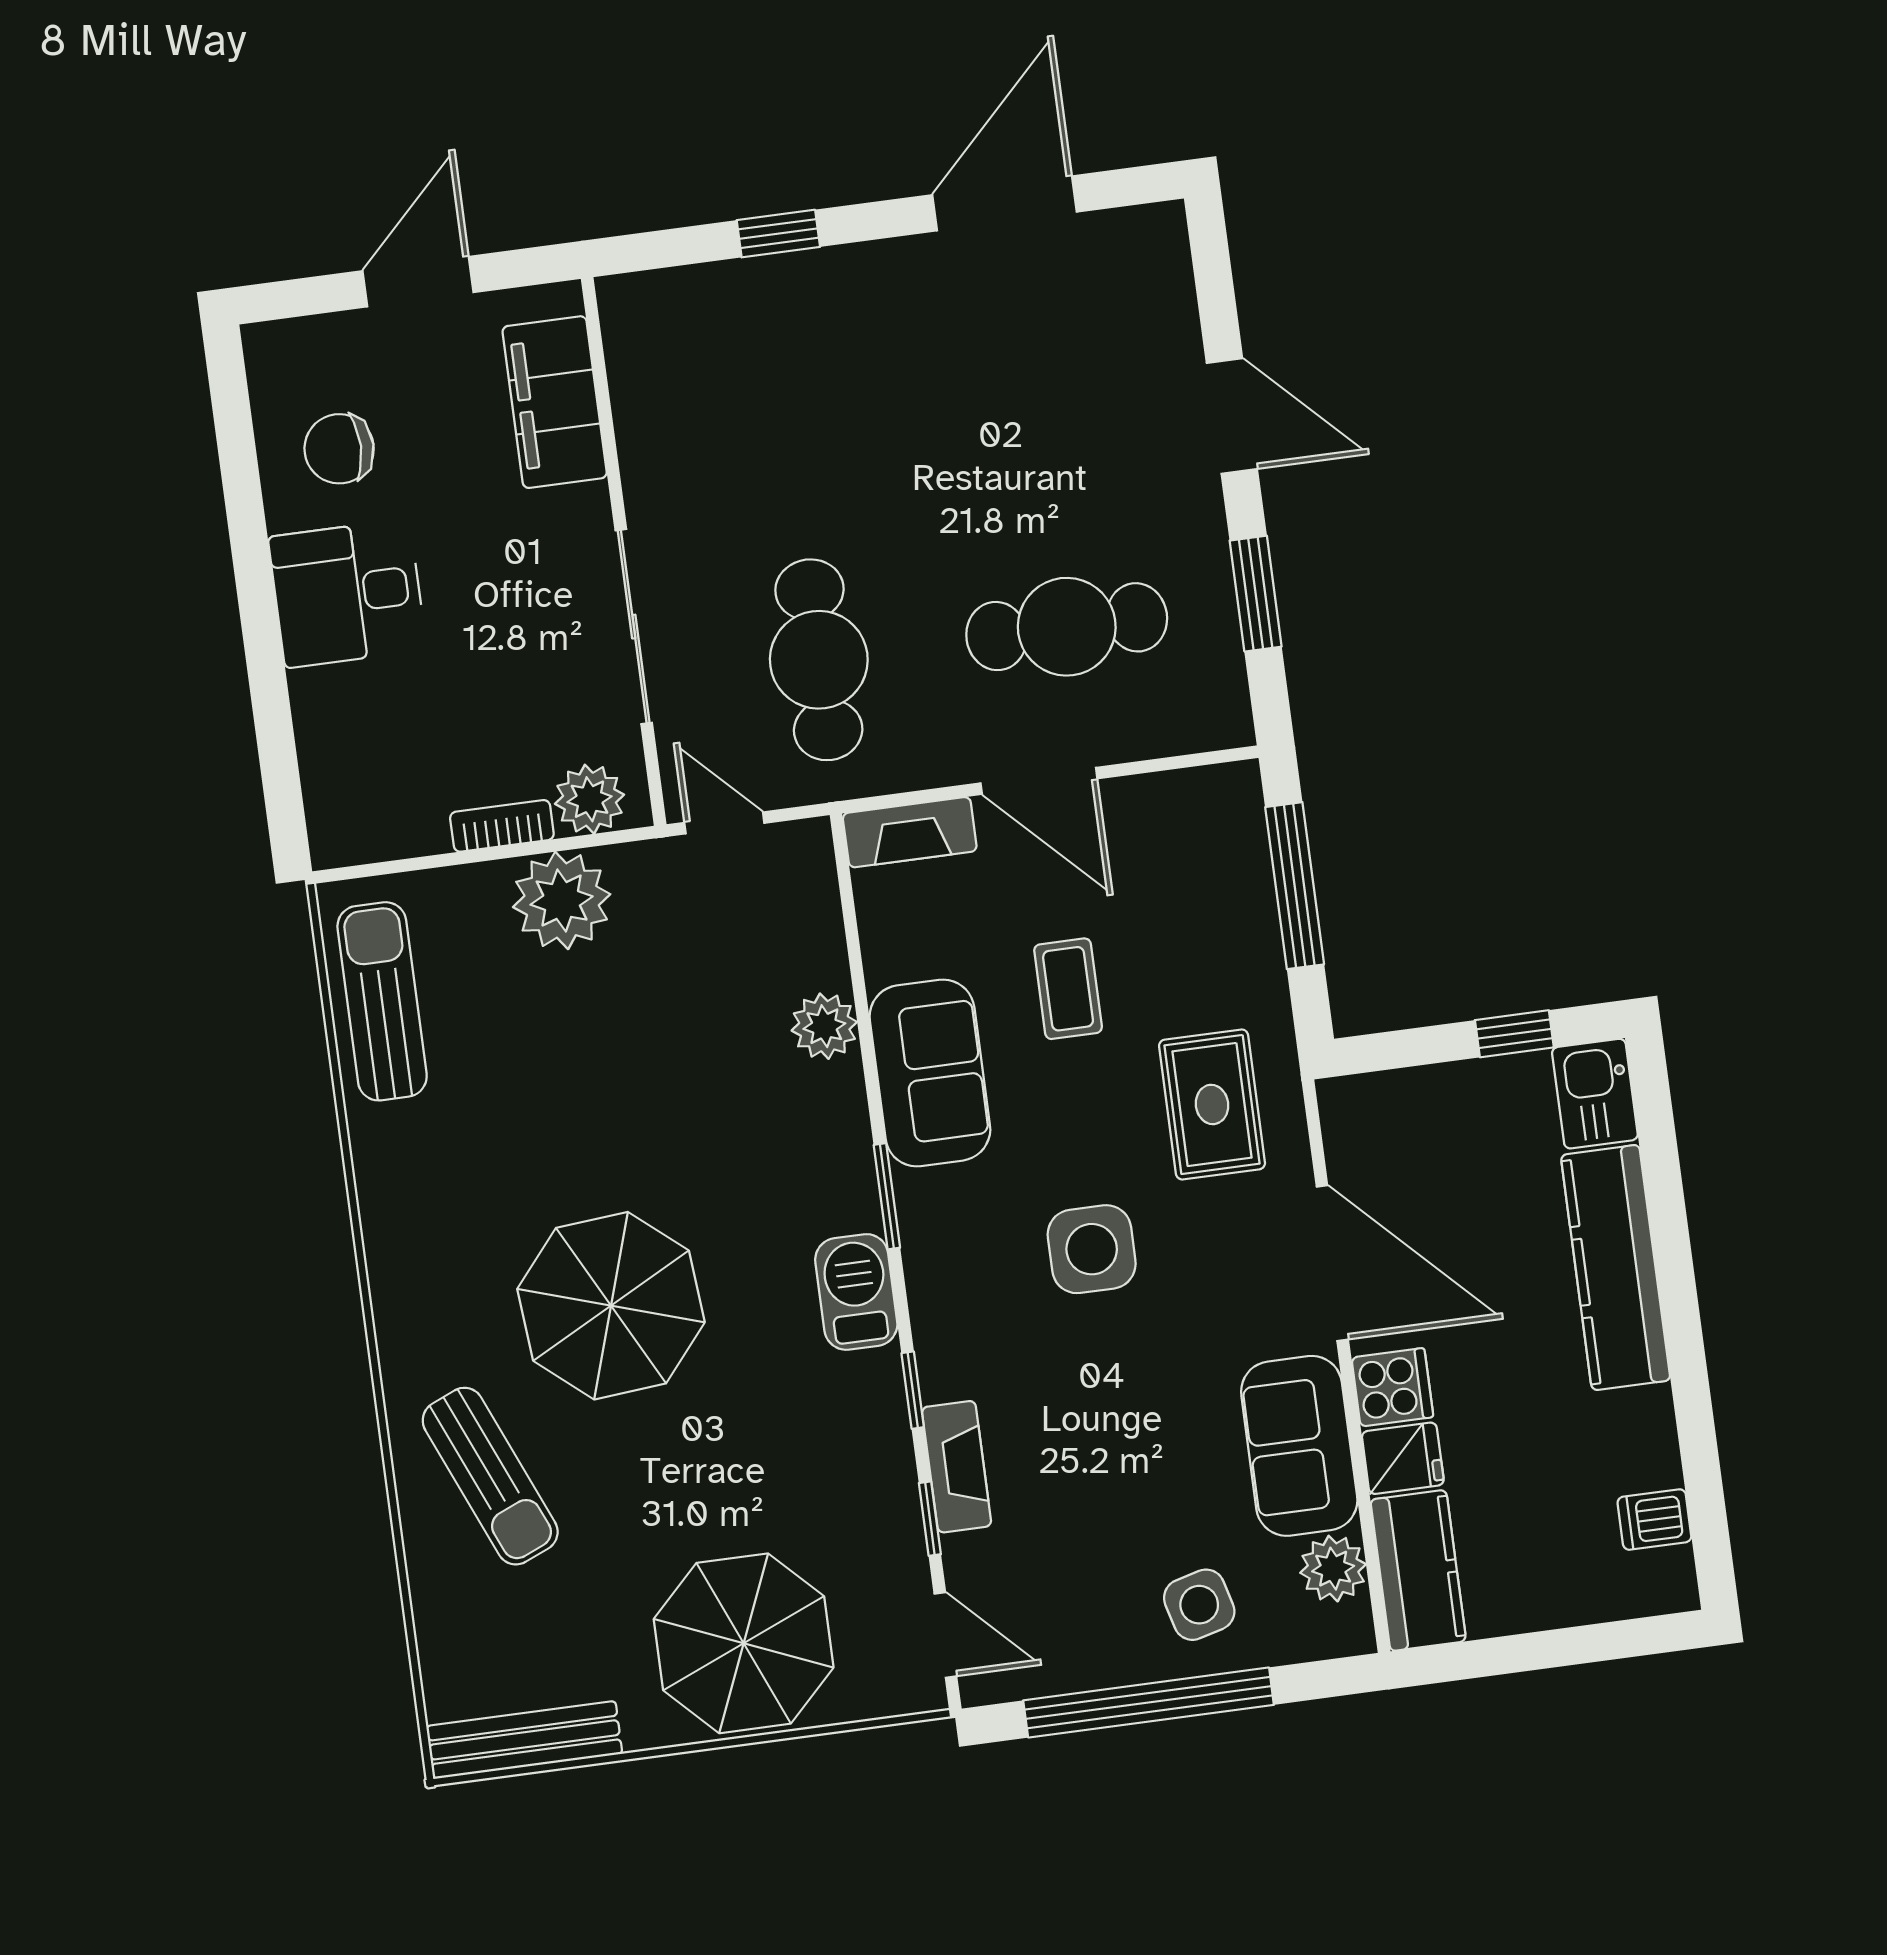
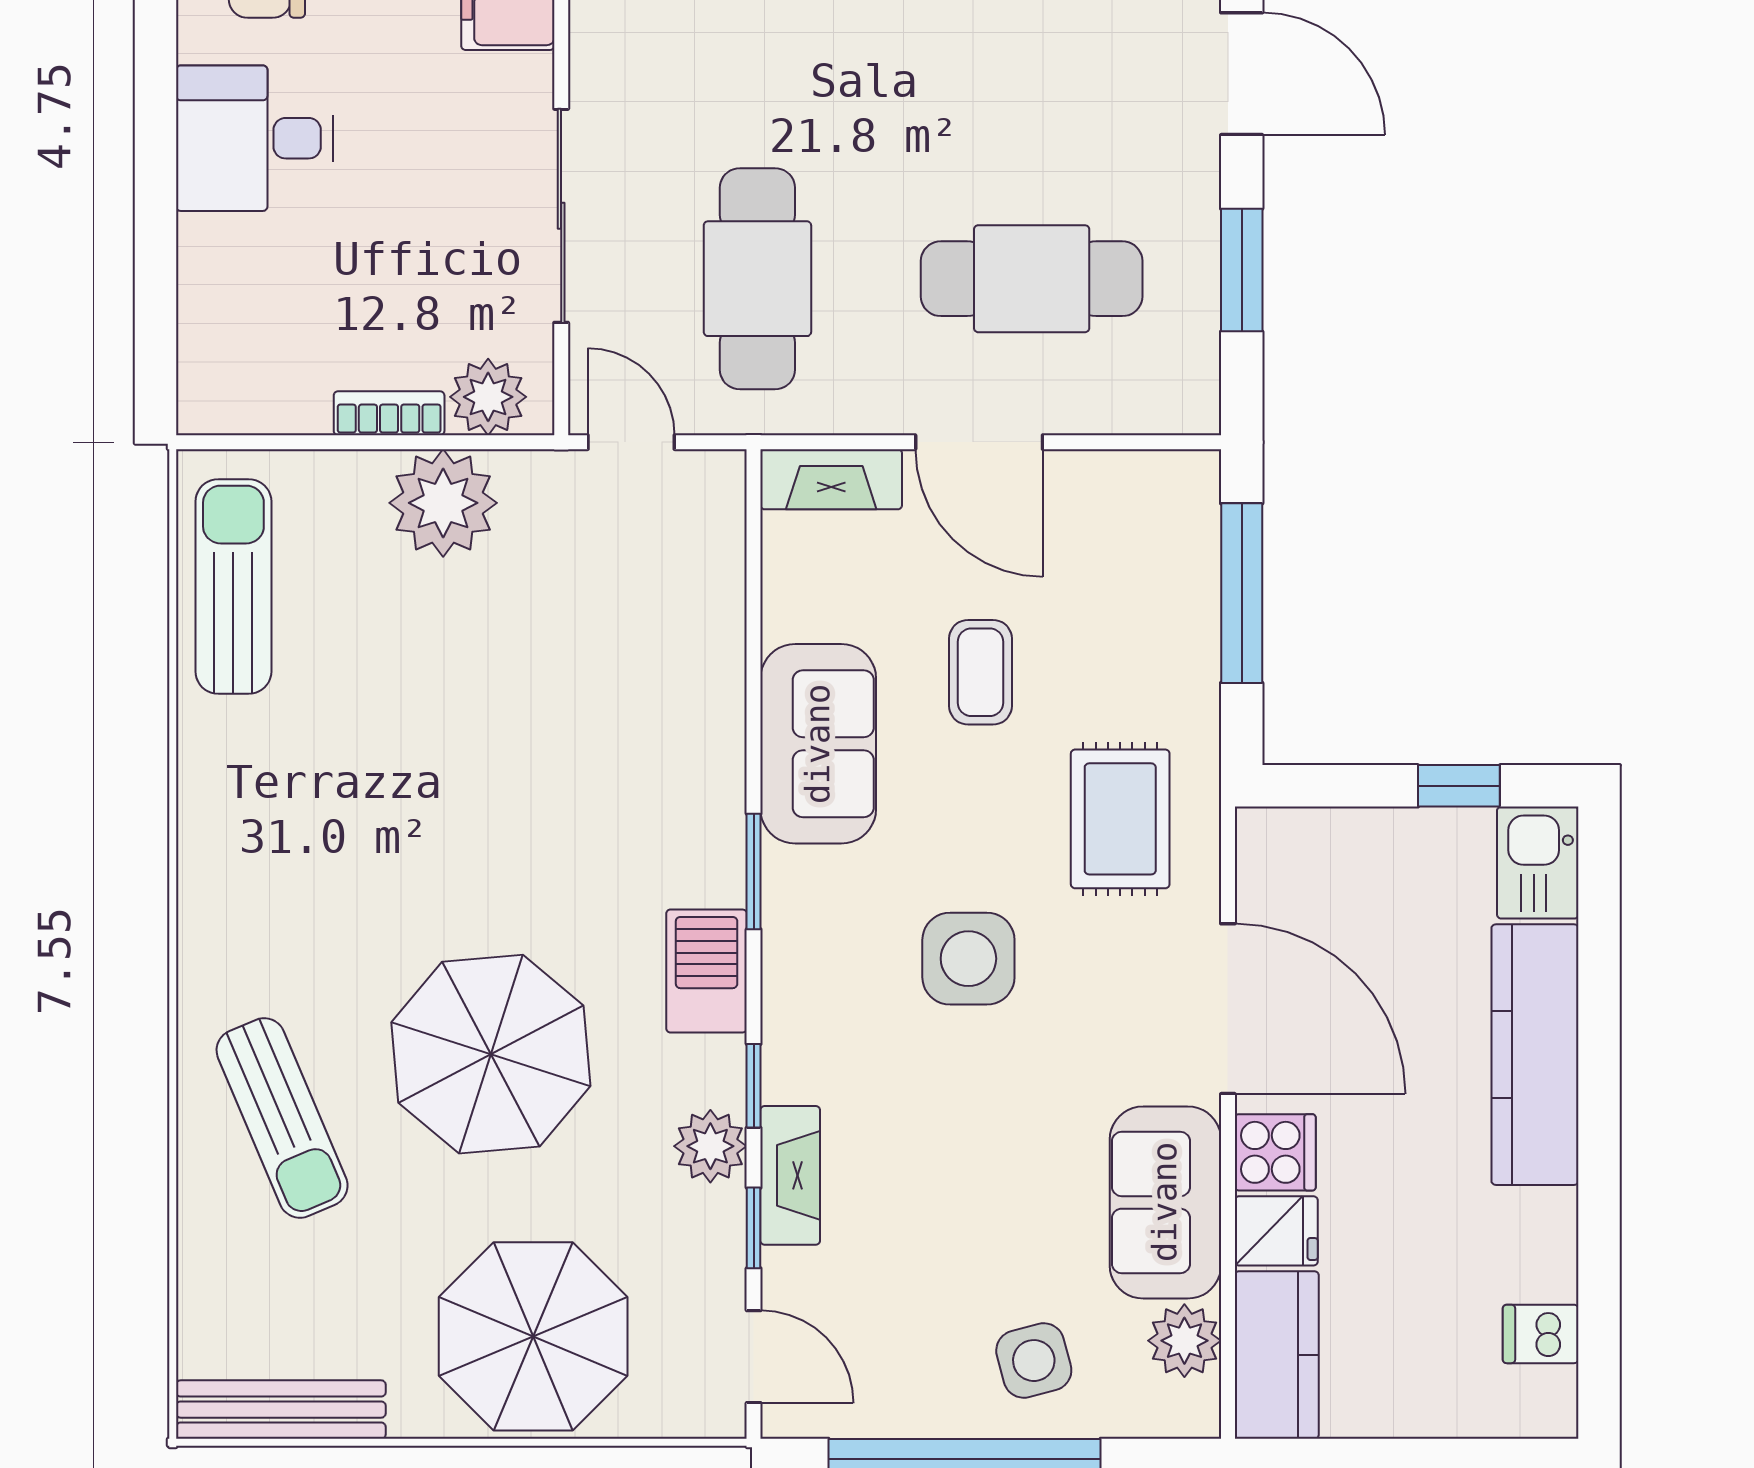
plant: (824, 1026) -> (710, 1146), moved
parasol: (611, 1306) -> (491, 1054), moved

